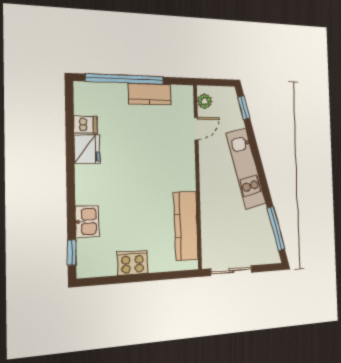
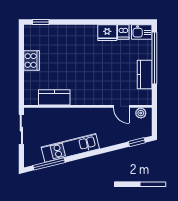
kitchen unit: (246, 169) -> (70, 148), moved
kitchen sink: (87, 221) -> (142, 32), moved
kitchen counter: (186, 226) -> (54, 97), width x0.67

